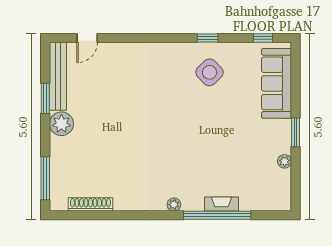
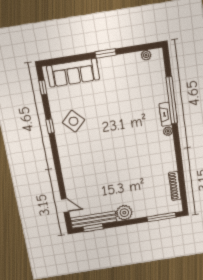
window: (45, 98) -> (93, 228), moved
plant: (285, 161) -> (146, 55), moved
fireplace: (221, 204) -> (165, 114), moved

